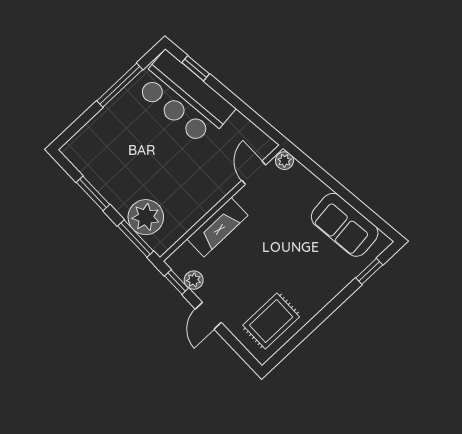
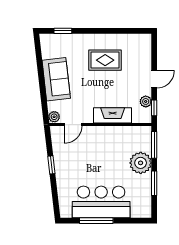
window: (196, 68) -> (51, 165), moved
bar counter: (184, 98) -> (101, 202), moved, turned -83
plant: (146, 217) -> (141, 163), moved
sofa: (345, 225) -> (56, 79), moved
rug: (271, 321) -> (105, 60), moved

